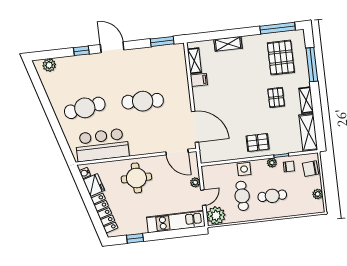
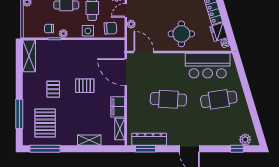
window: (81, 51) -> (237, 149), moved
dresser: (159, 53) -> (149, 139), added
filing cabinet: (199, 80) -> (118, 107), width x2.00
shelving: (306, 100) -> (28, 84), removed
pallet: (258, 143) -> (85, 86), moved
chair: (311, 169) -> (110, 28), moved

